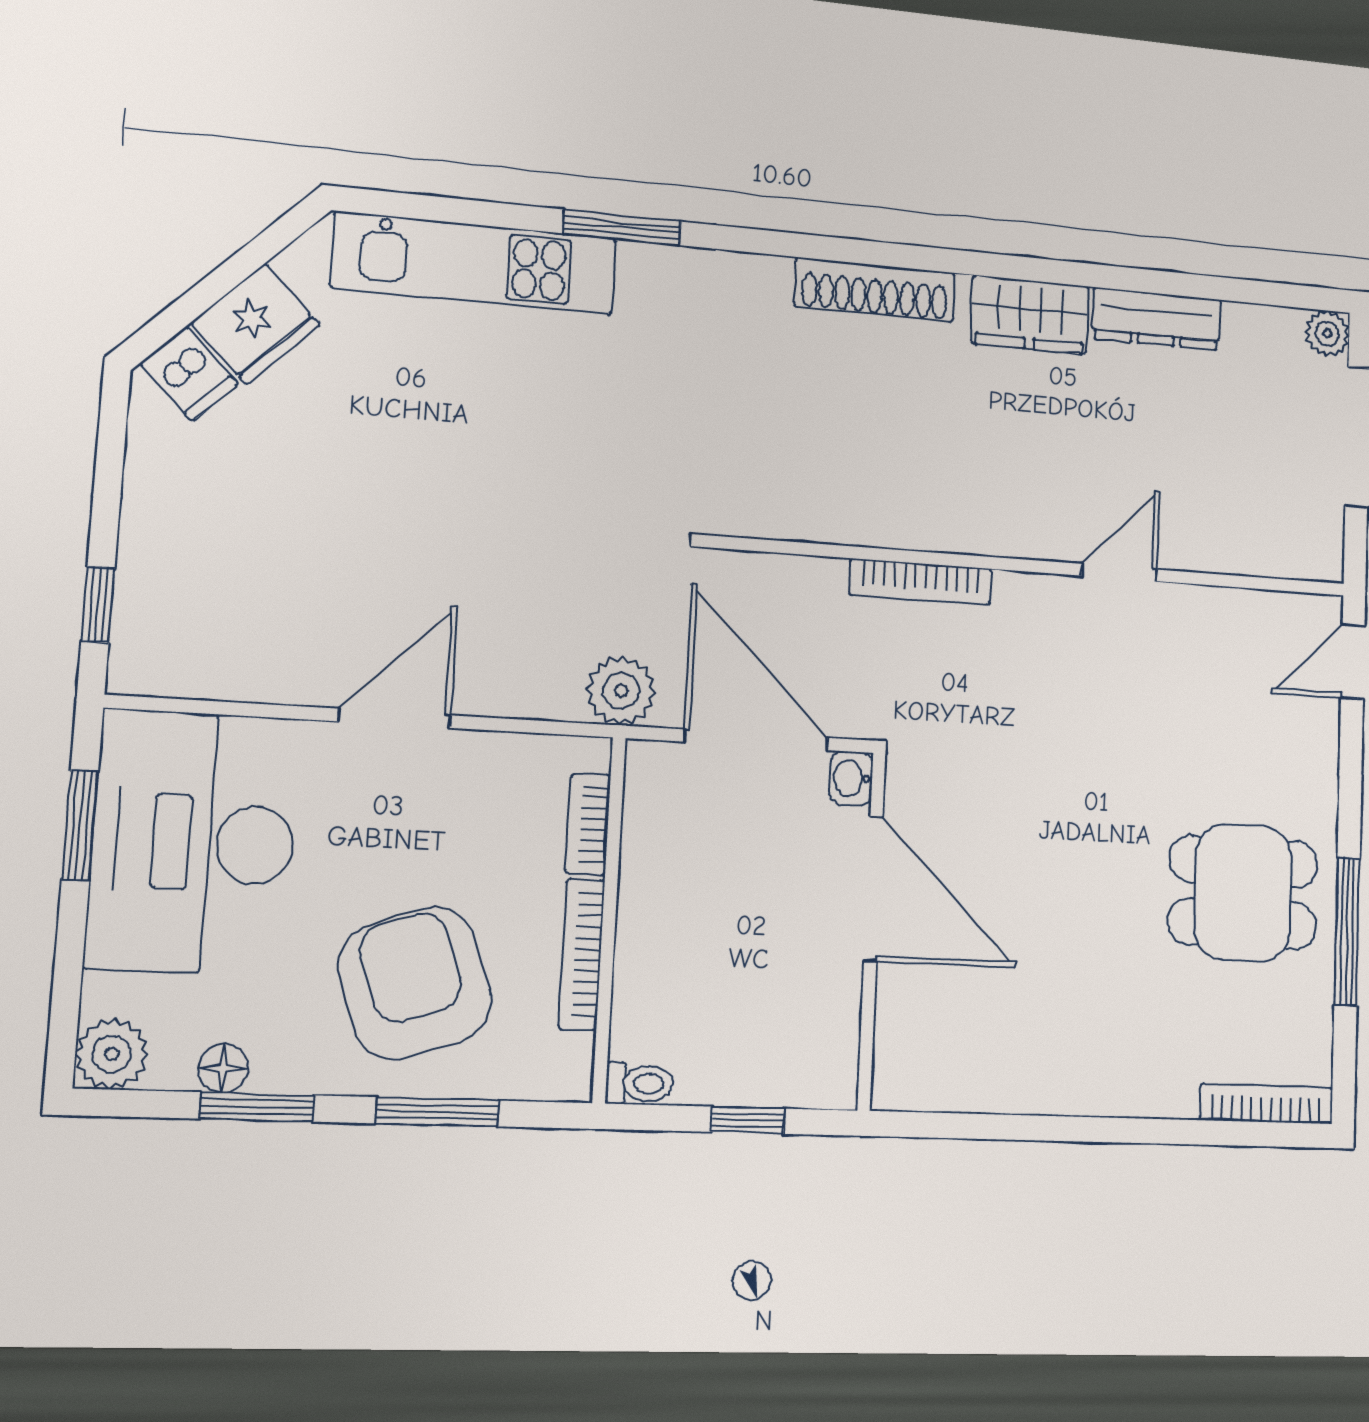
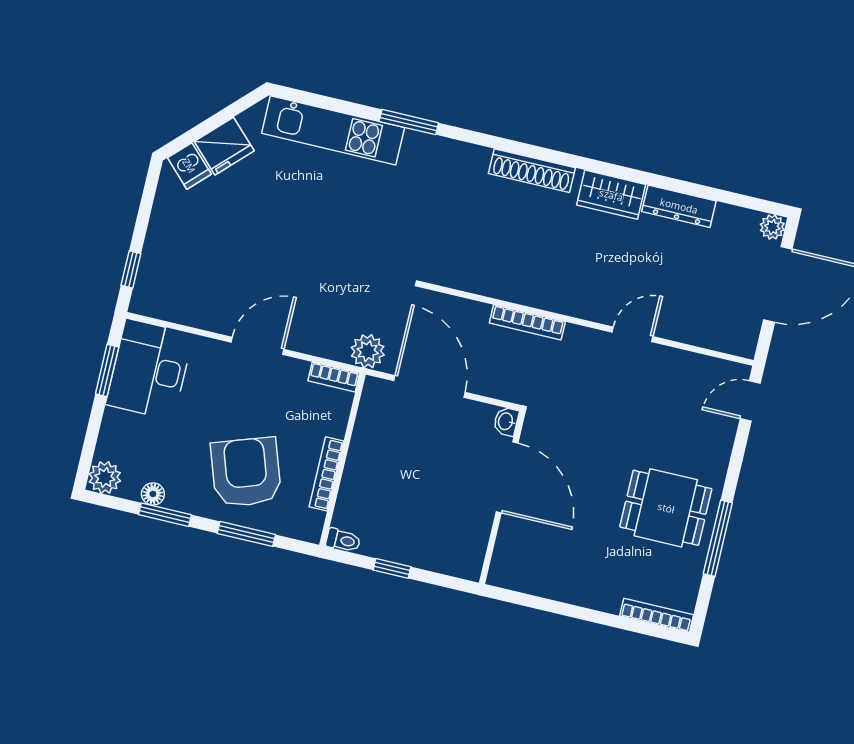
washbasin: (851, 778) -> (506, 421), moved
bookcase: (588, 824) -> (334, 377), moved, turned -90
desk: (193, 842) -> (150, 369), width x0.73, depth x0.77
door: (873, 889) -> (507, 477), moved
wall: (871, 930) -> (502, 497), moved

